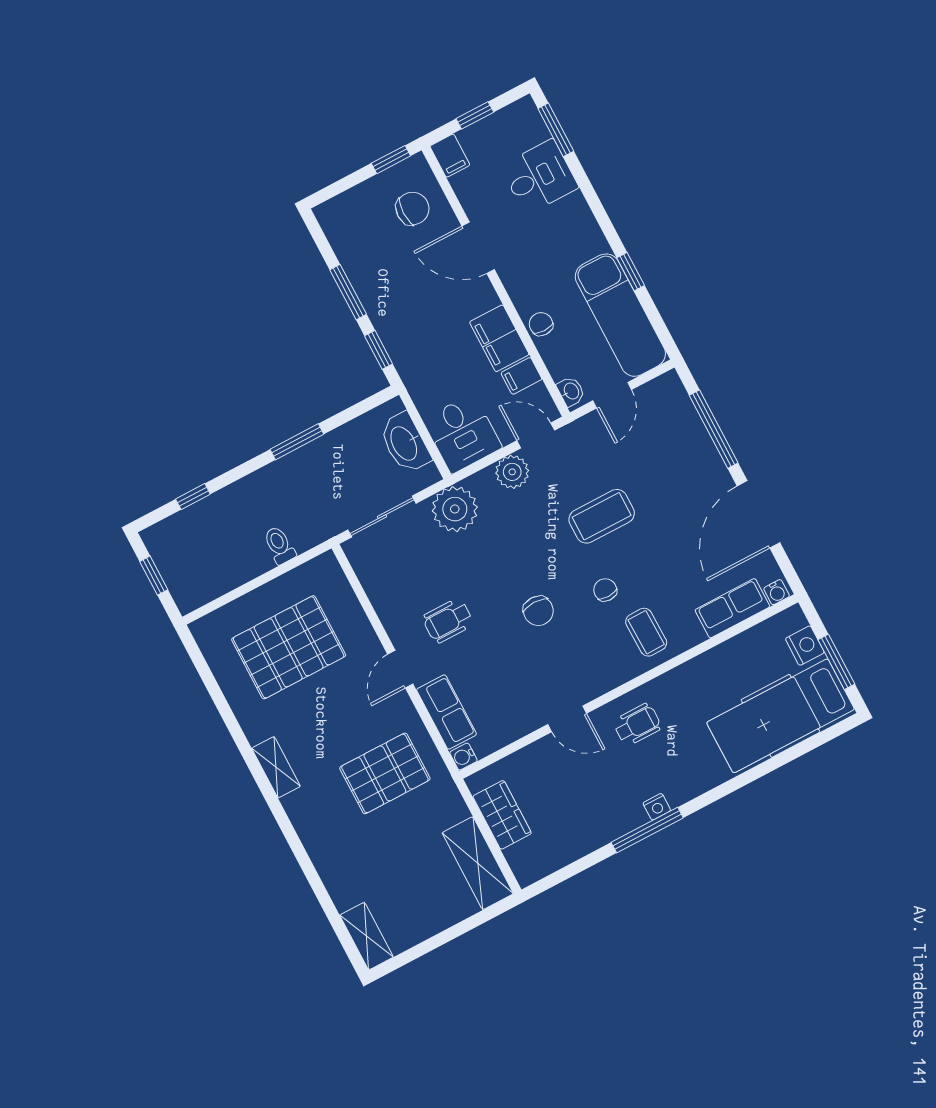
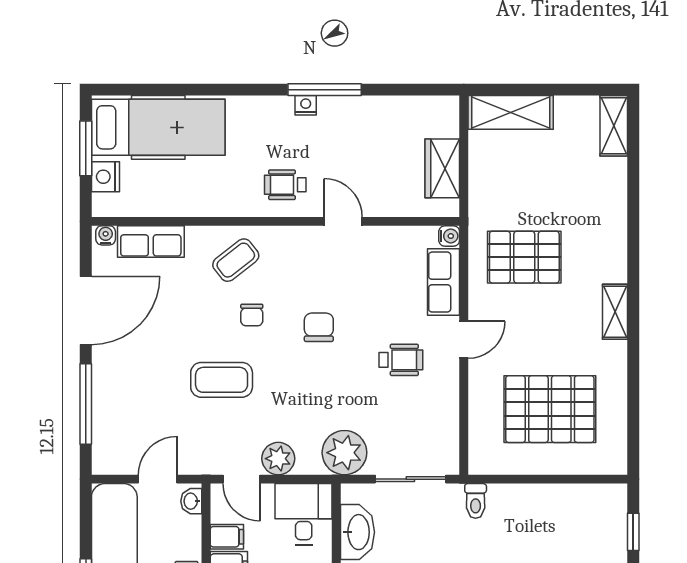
toilet: (279, 545) -> (476, 501), moved
coffee table: (646, 632) -> (236, 260), turned 53
shelving: (478, 863) -> (511, 112), moved, turned 90

